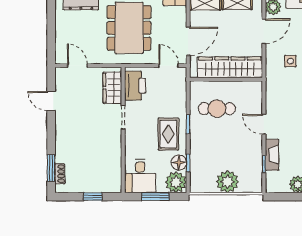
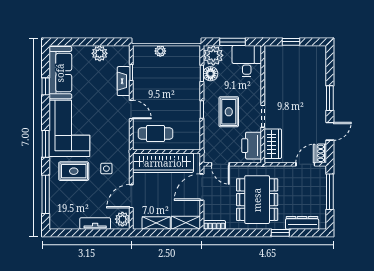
window: (51, 36) -> (330, 192), added
door: (77, 66) -> (305, 164), swing flipped
door: (51, 101) -> (330, 131), hinge flipped
cafe table: (217, 109) -> (155, 134), moved
rug: (168, 134) -> (229, 112), moved
window: (51, 168) -> (330, 98), moved
shoe rack: (60, 174) -> (322, 153), moved
plant: (227, 182) -> (160, 51), width x0.53, depth x0.53

